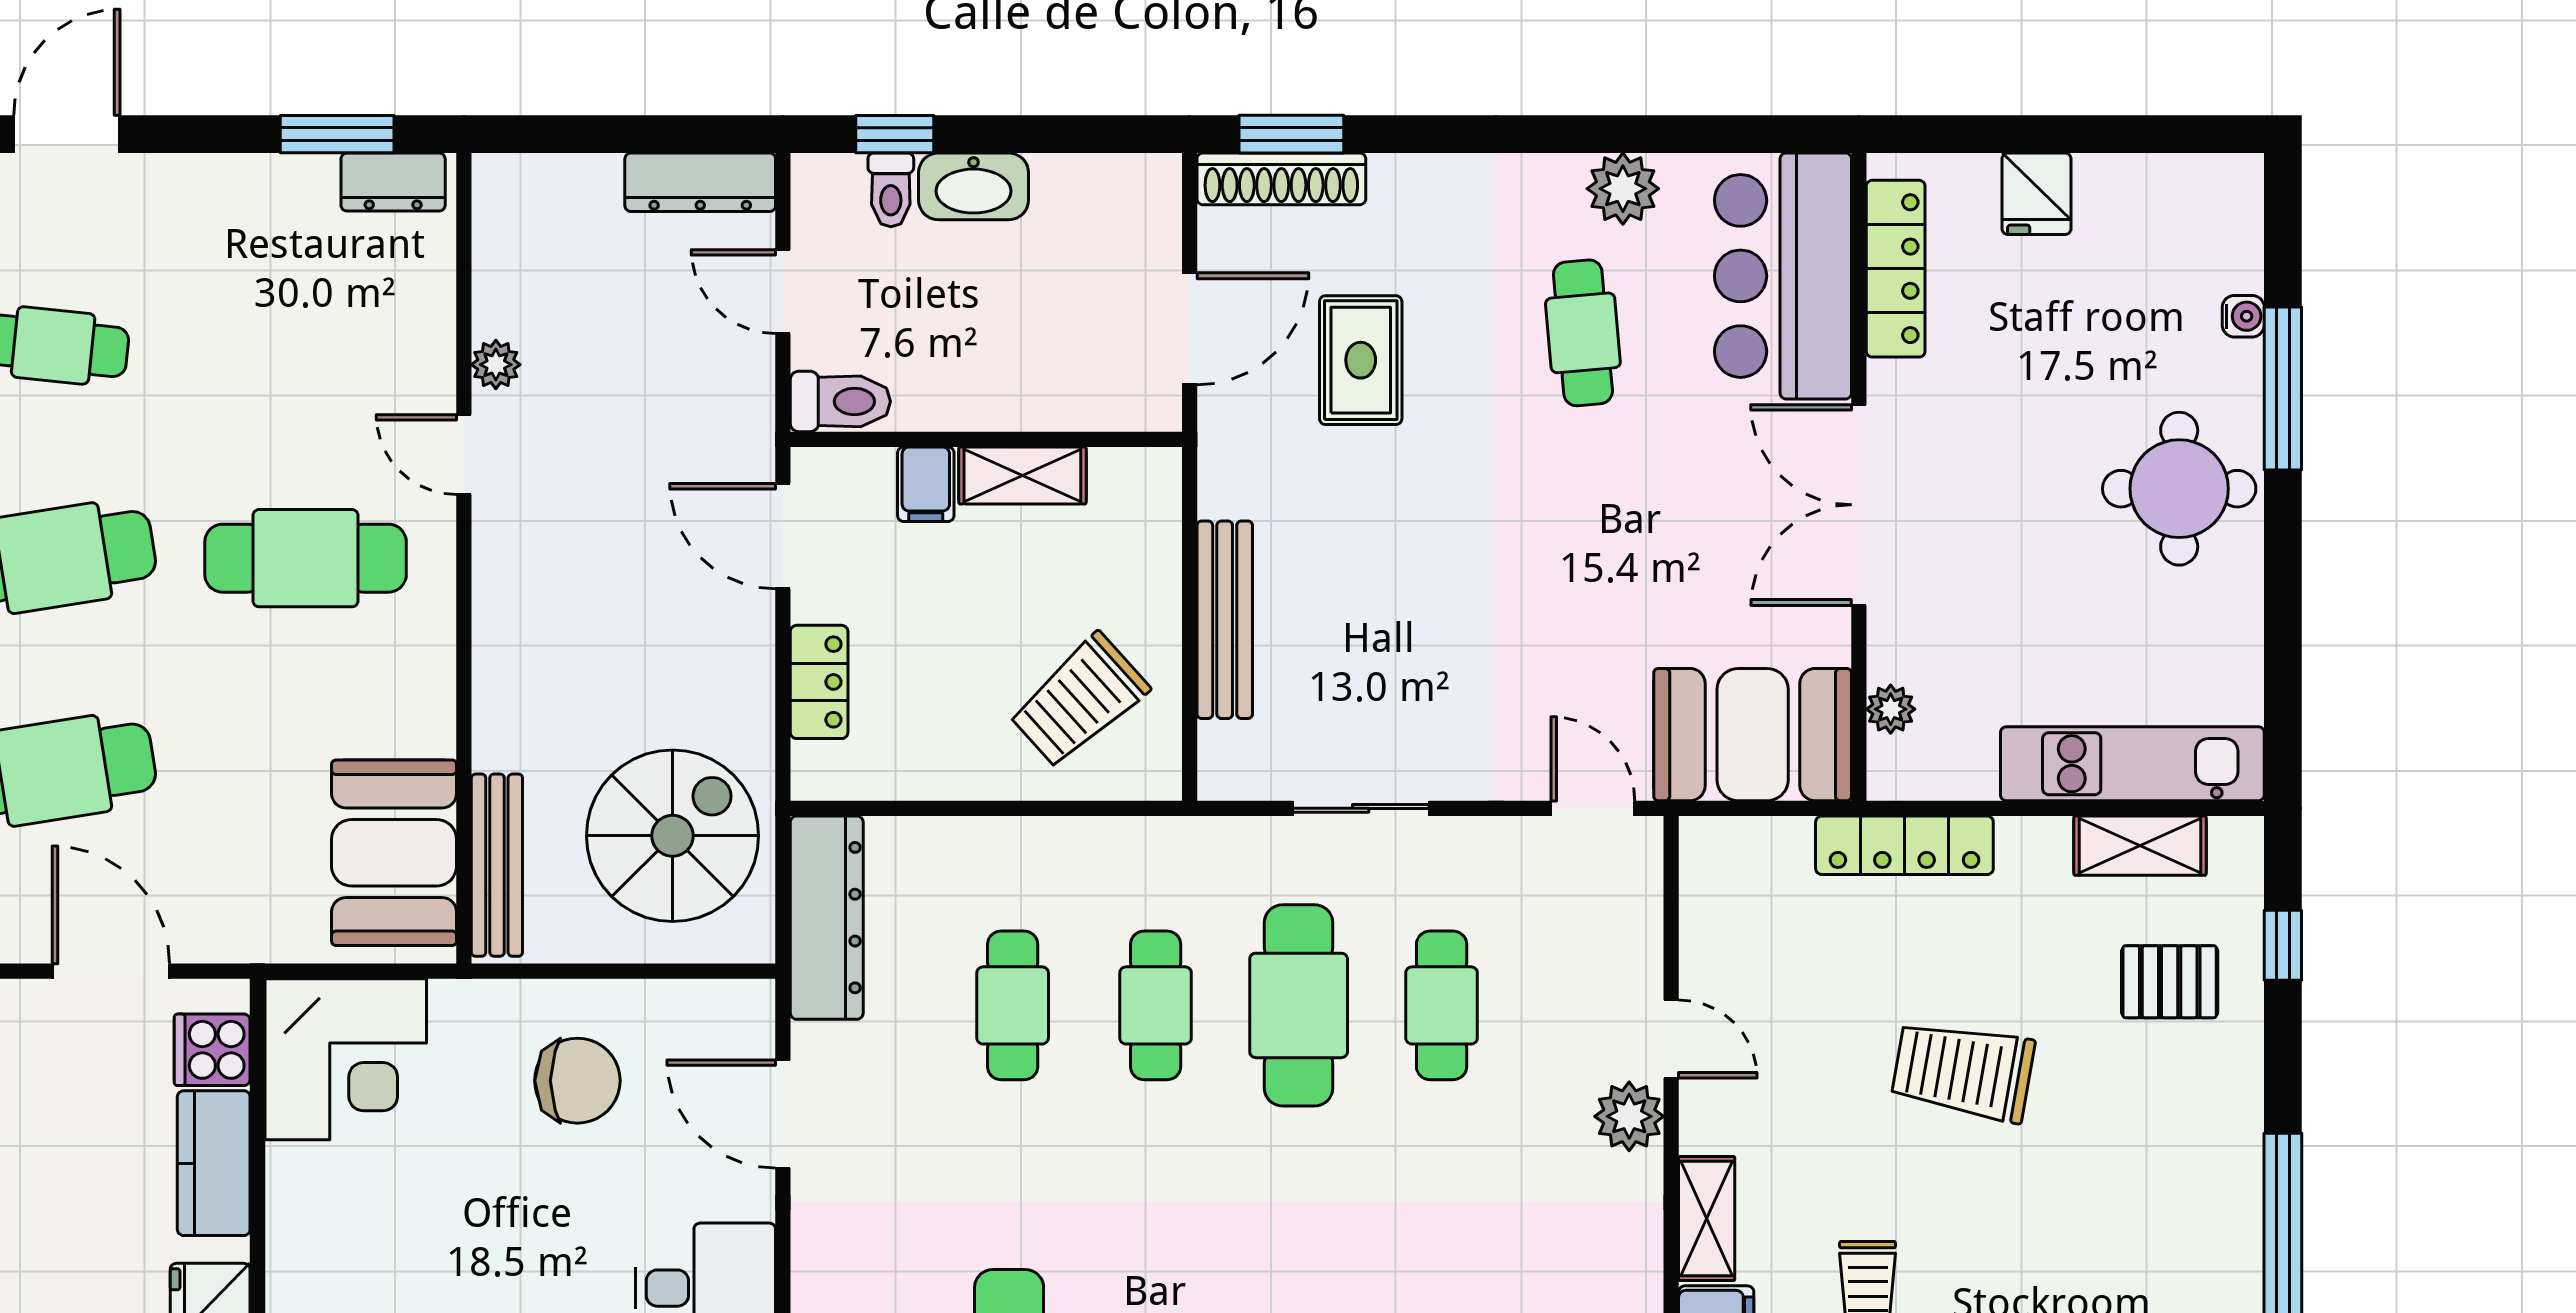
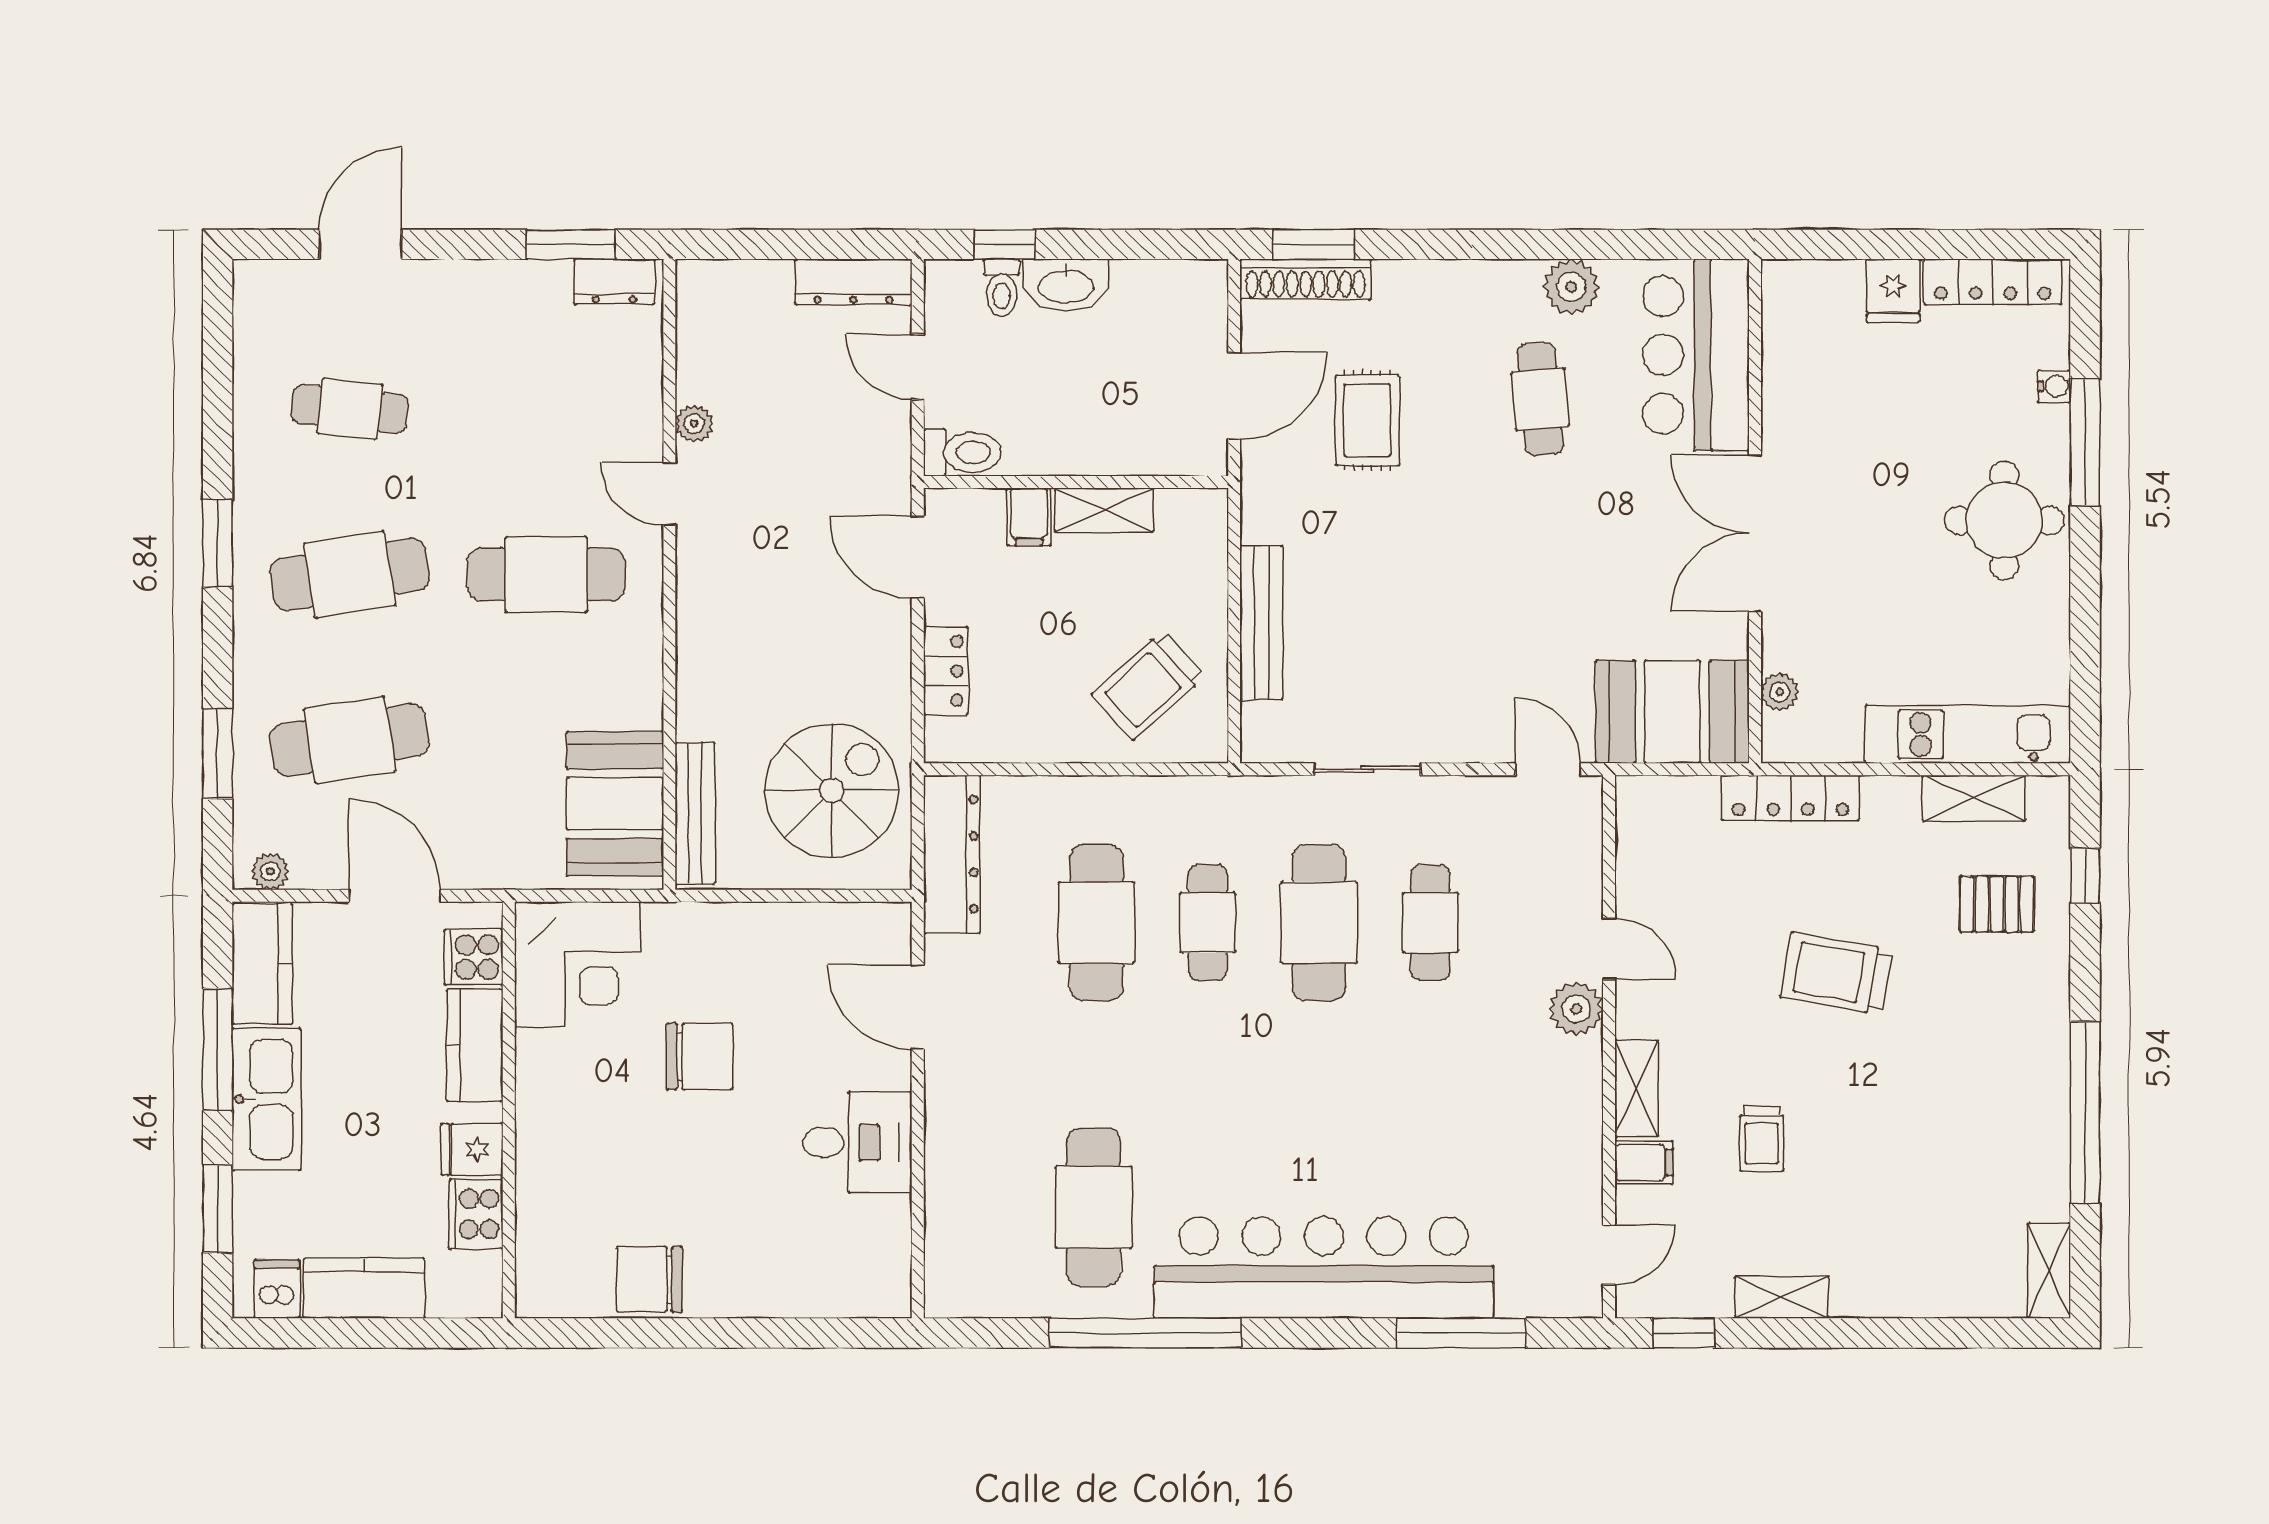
locker: (1896, 269) -> (1993, 282), moved, turned 90
cafe table: (1013, 1005) -> (1096, 923), width x1.37, depth x1.35
chair: (577, 1081) -> (700, 1056), moved

